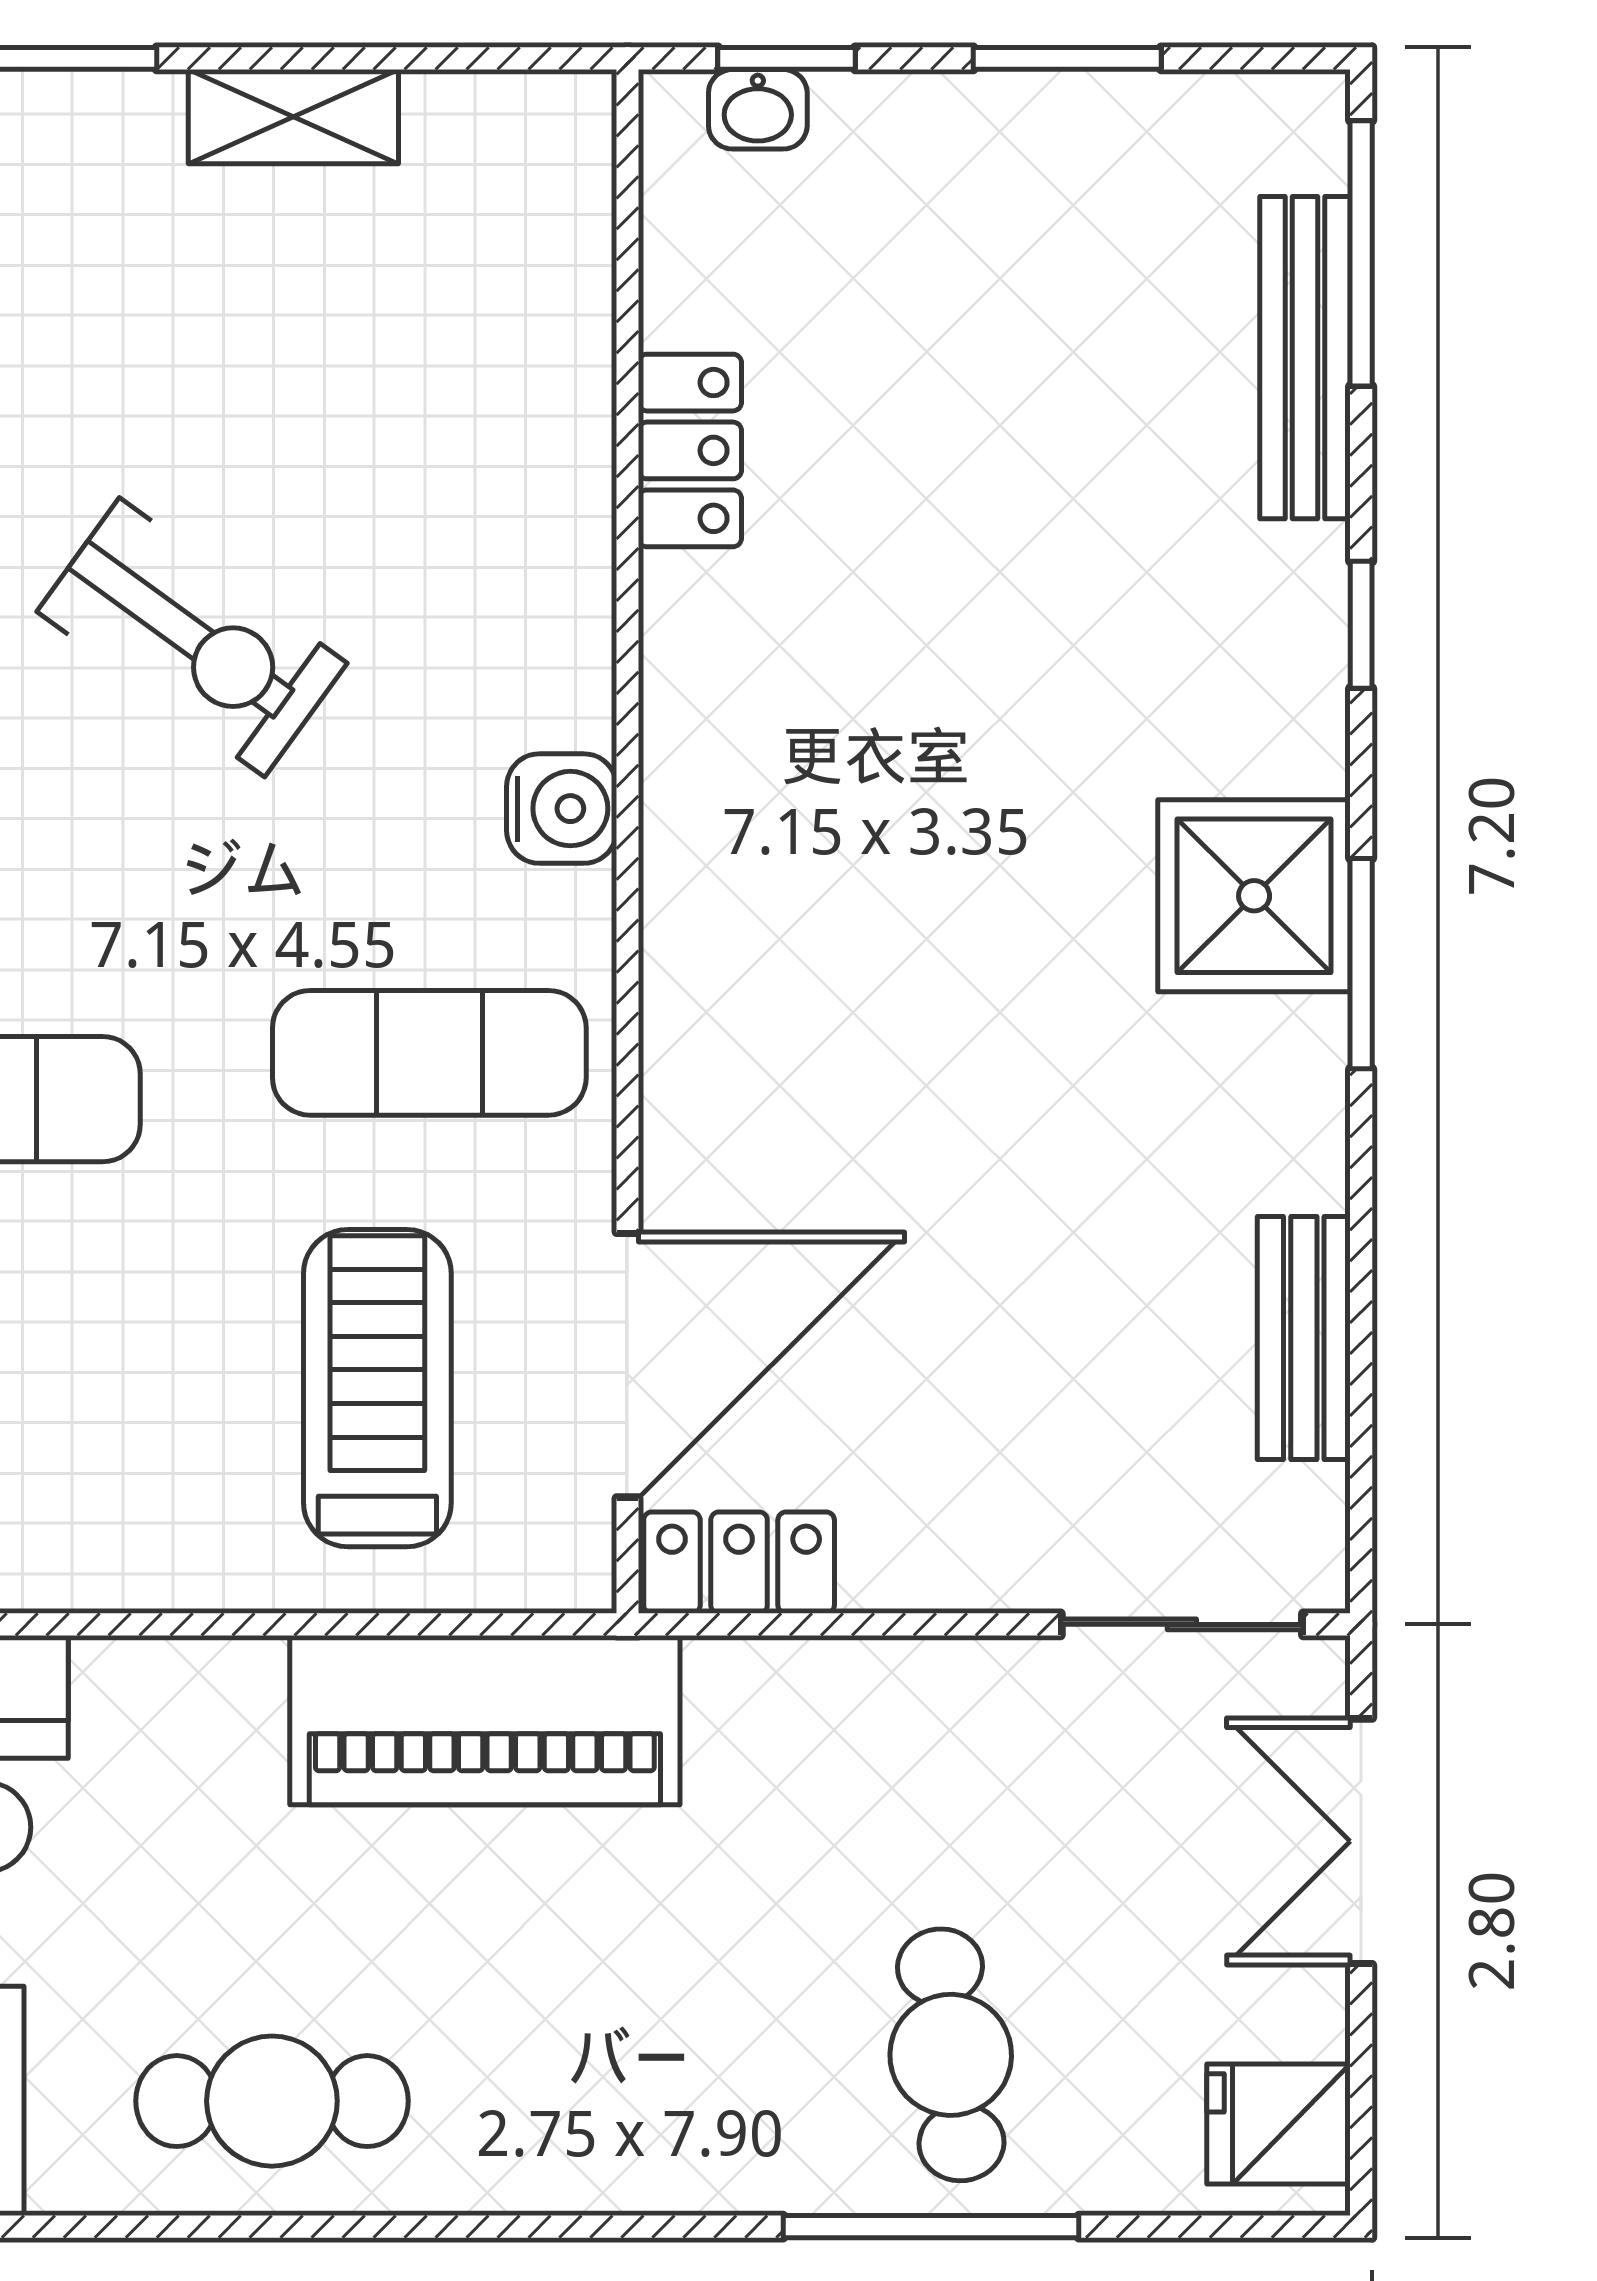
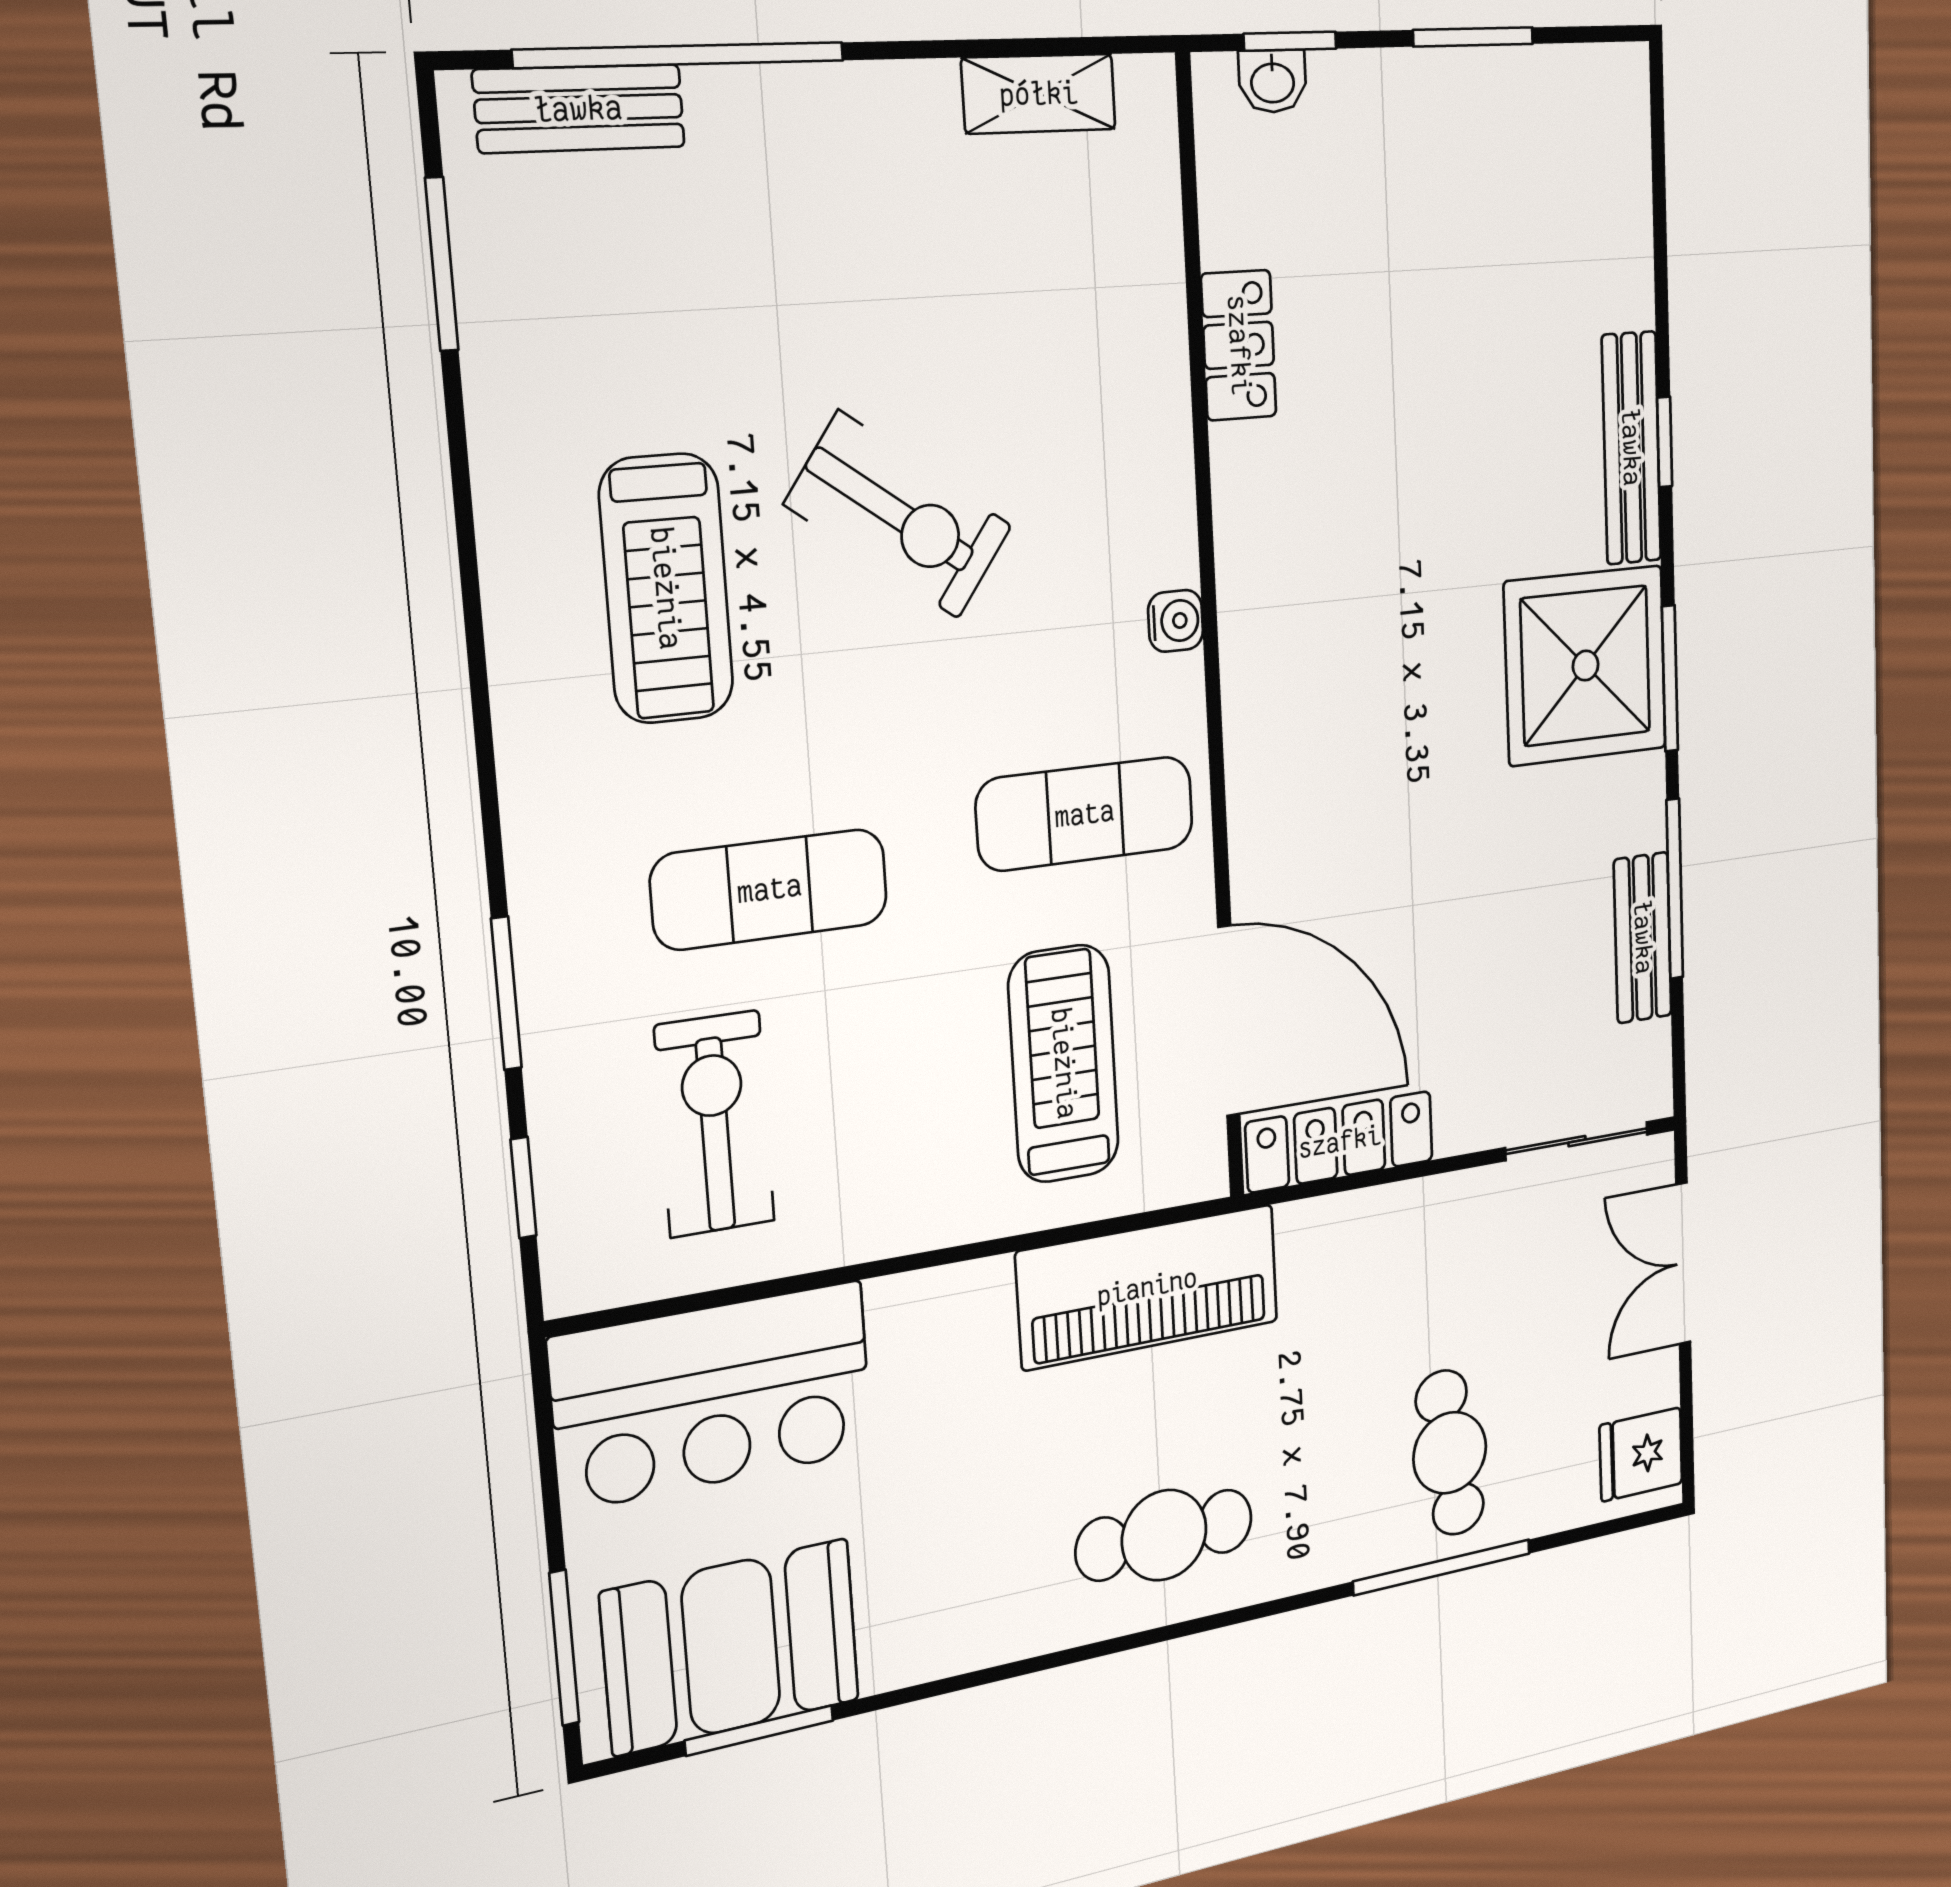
shelving: (293, 117) -> (1039, 94), moved
window: (1361, 253) -> (1675, 889), moved
bench: (1305, 358) -> (1631, 448), moved
water cooler: (562, 809) -> (1176, 621), width x0.72, depth x0.72
shower: (1254, 896) -> (1586, 666), width x1.37, depth x1.37
door: (627, 1365) -> (1229, 1021), hinge flipped
locker: (739, 1563) -> (1340, 1142), width x1.53
cafe table: (272, 2101) -> (1164, 1535), moved

